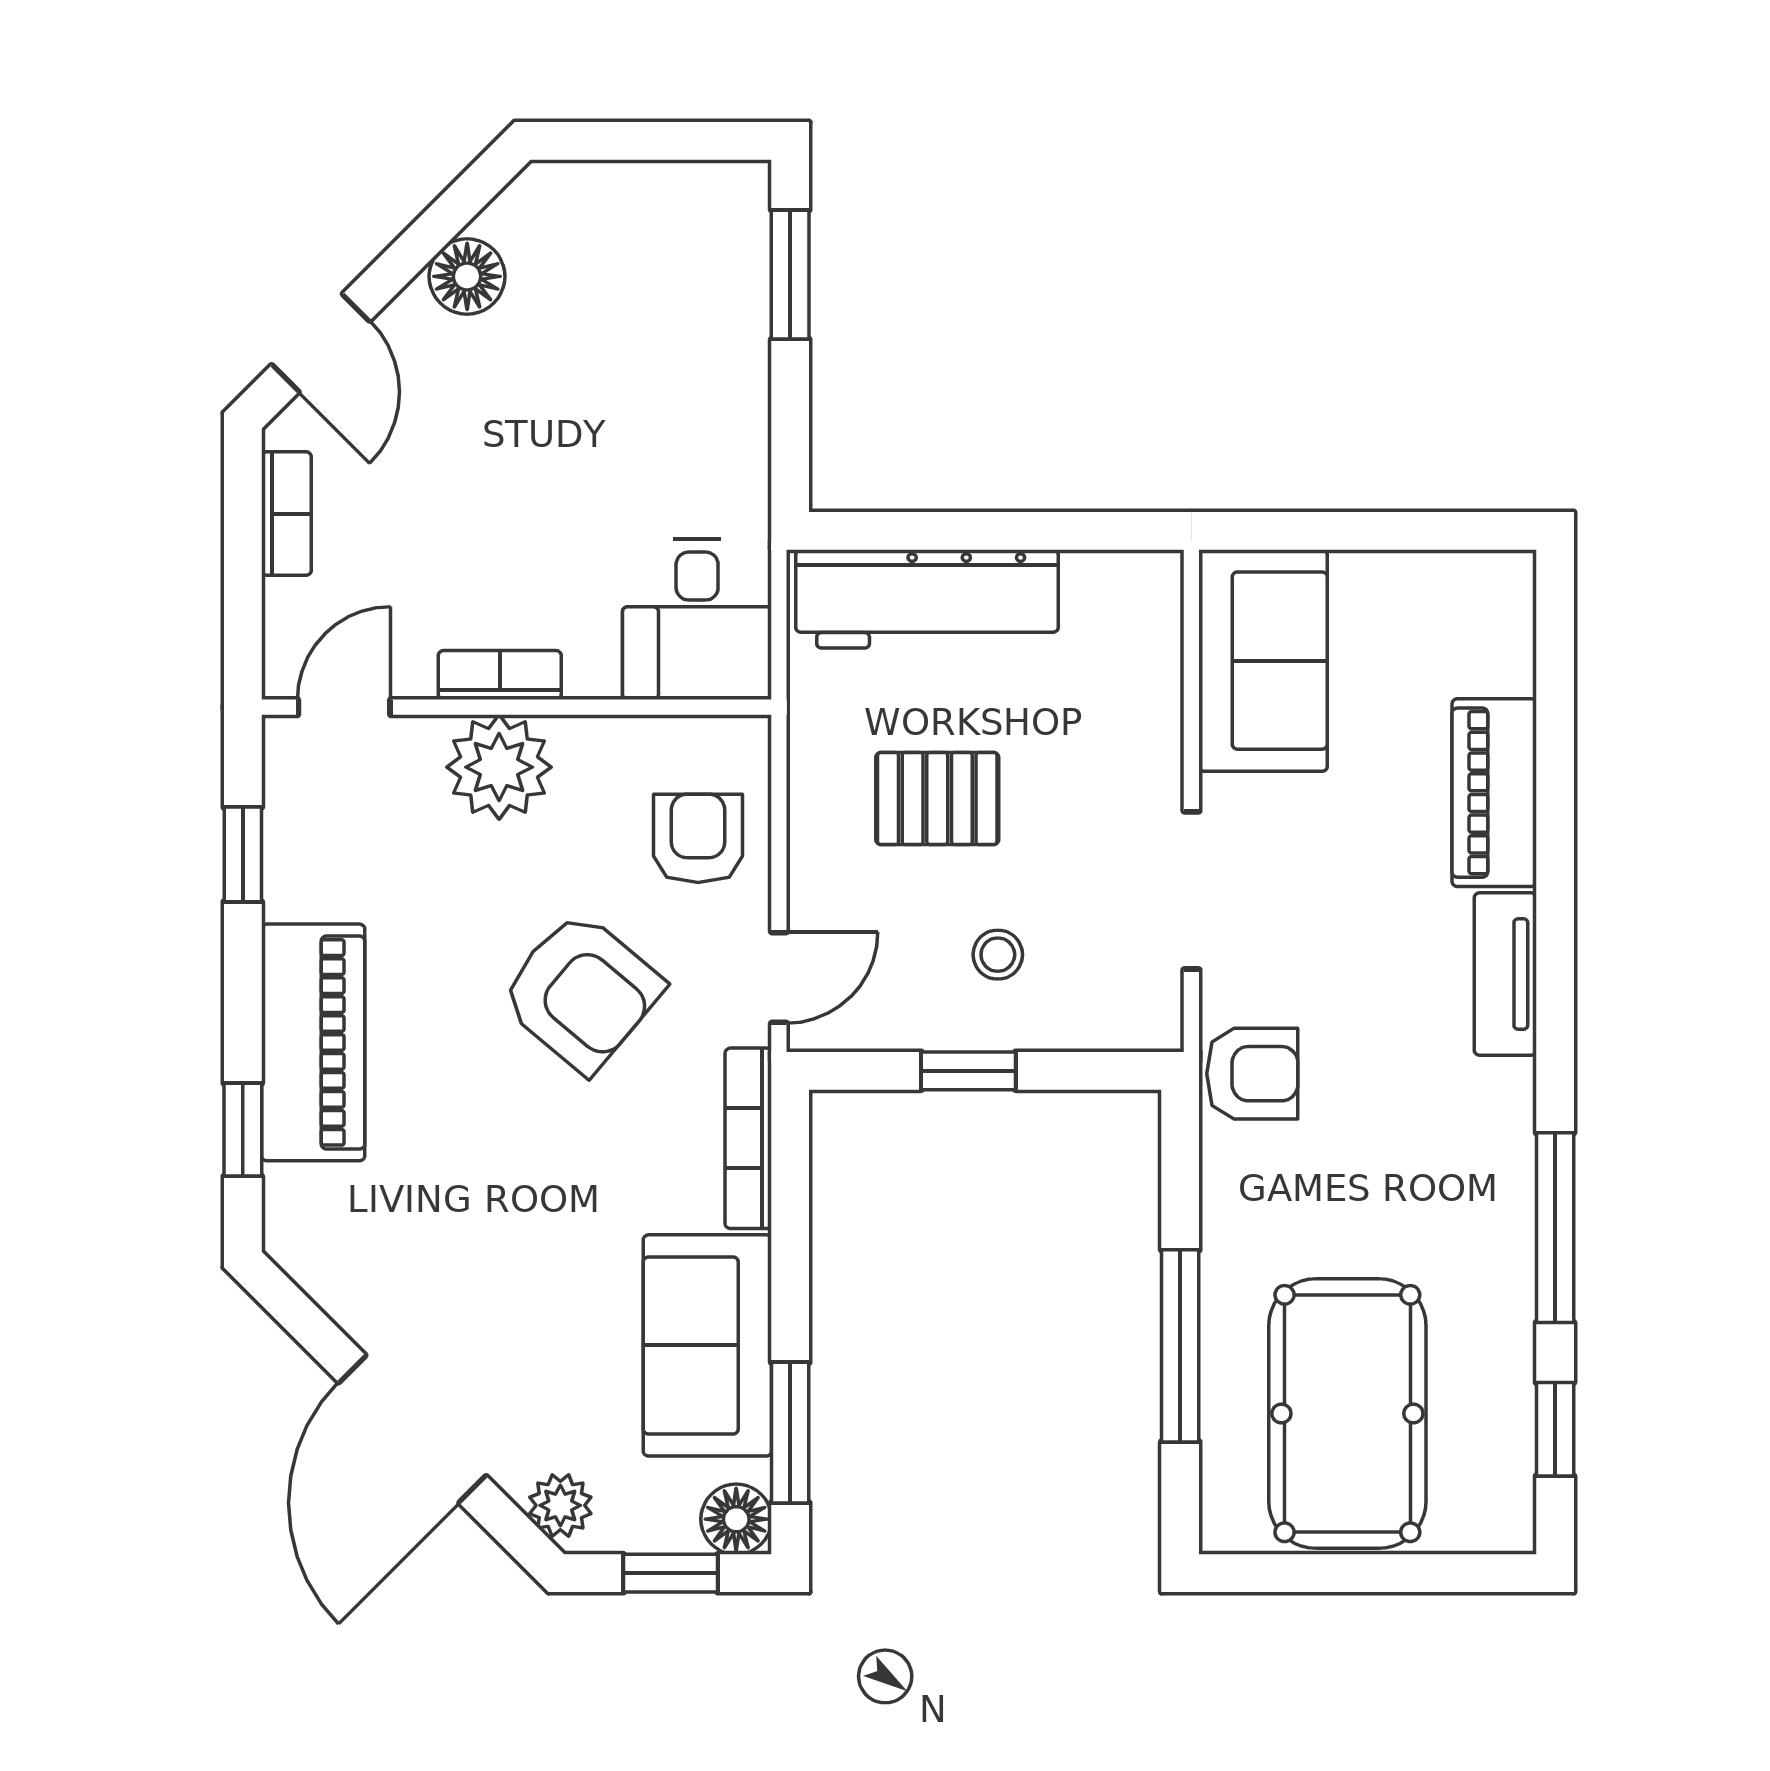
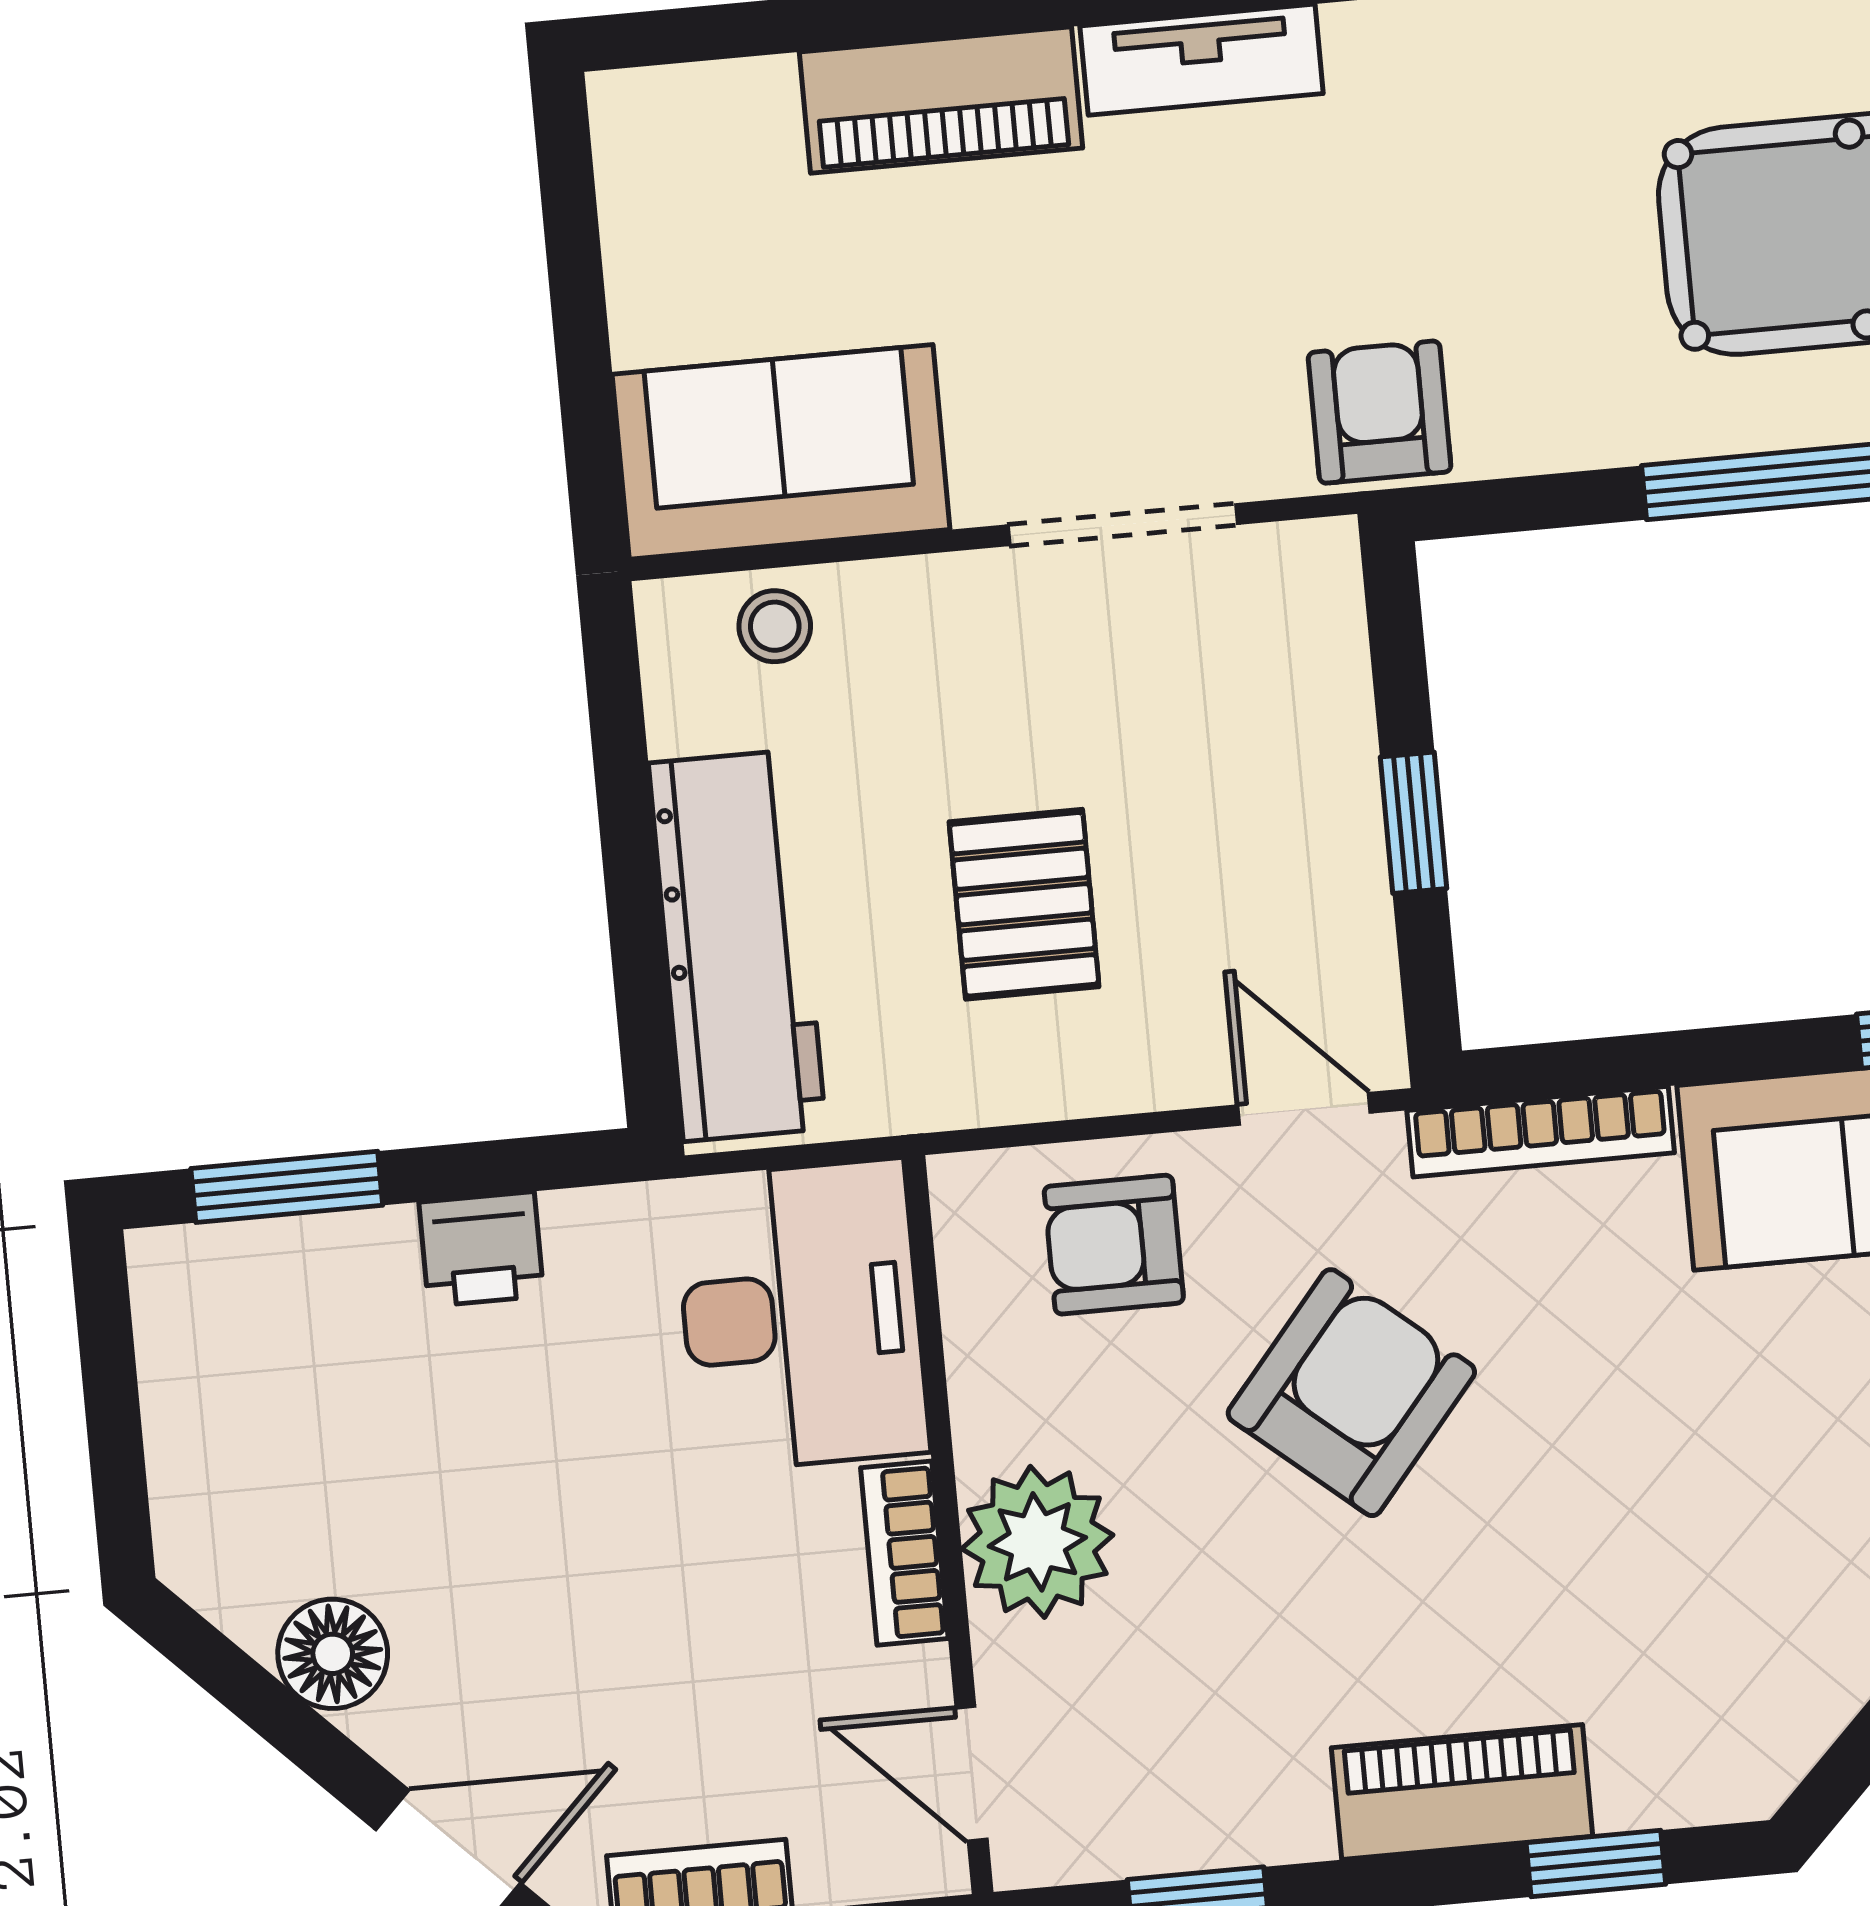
printer: (735, 404) -> (481, 1249), added
desk: (697, 619) -> (801, 1315), width x1.37
stool: (998, 955) -> (775, 626), moved
piano: (313, 1042) -> (1462, 1792), width x0.73, depth x0.75

